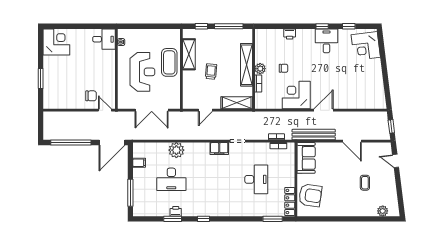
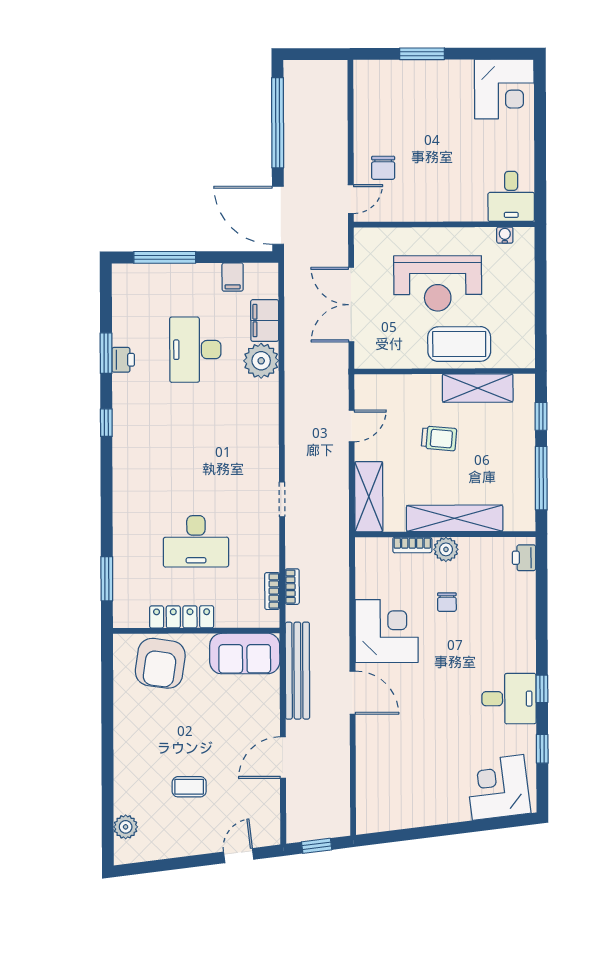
printer: (290, 34) -> (524, 558), moved
door: (205, 110) -> (352, 426), swing flipped
filing cabinet: (219, 149) -> (265, 320), moved
locker: (290, 201) -> (182, 617), moved

